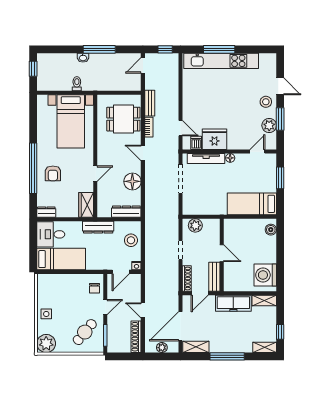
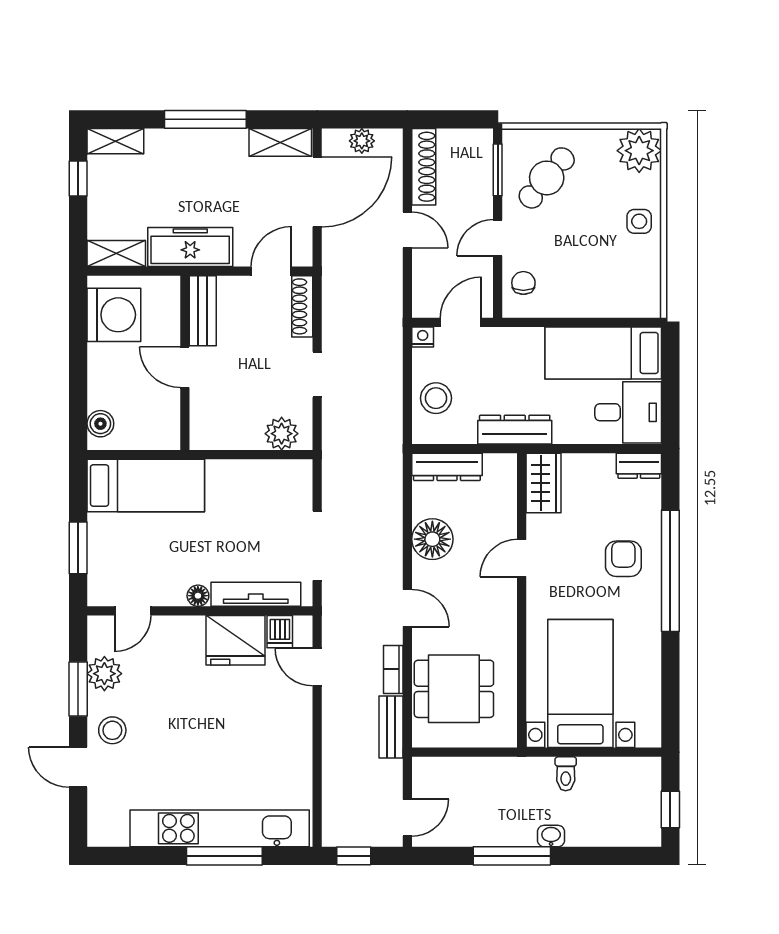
door: (222, 253) -> (185, 367), moved
wall: (222, 255) -> (185, 363), moved
bench: (214, 277) -> (203, 311), moved

